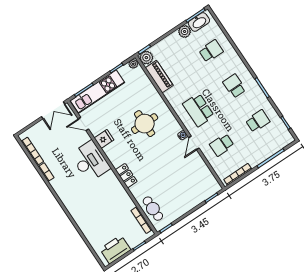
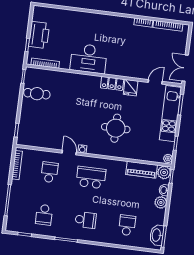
plant: (185, 31) -> (161, 202), moved
washbasin: (160, 46) -> (164, 190), added
school desk: (211, 51) -> (127, 225), turned 180
desk: (90, 161) -> (89, 58), moved
locker: (126, 176) -> (112, 83), moved
cafe table: (153, 209) -> (37, 94), moved
printer: (115, 249) -> (39, 35), moved

